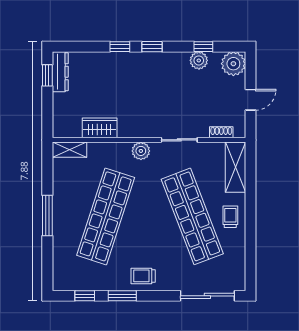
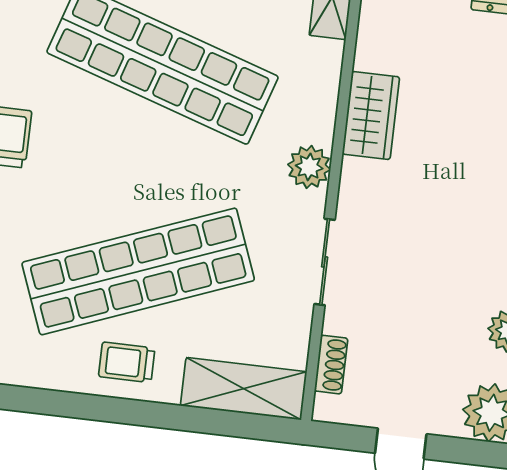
wardrobe: (100, 128) -> (371, 115), moved
trolley: (230, 217) -> (127, 362), turned 180

